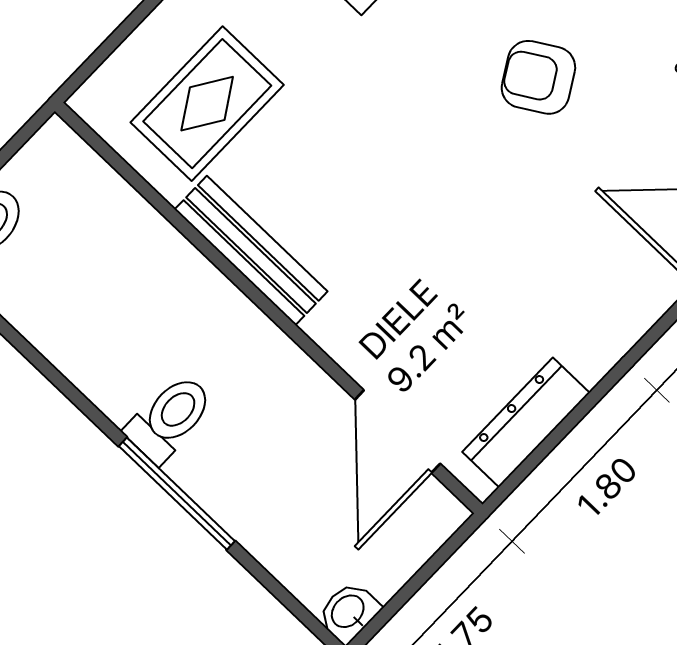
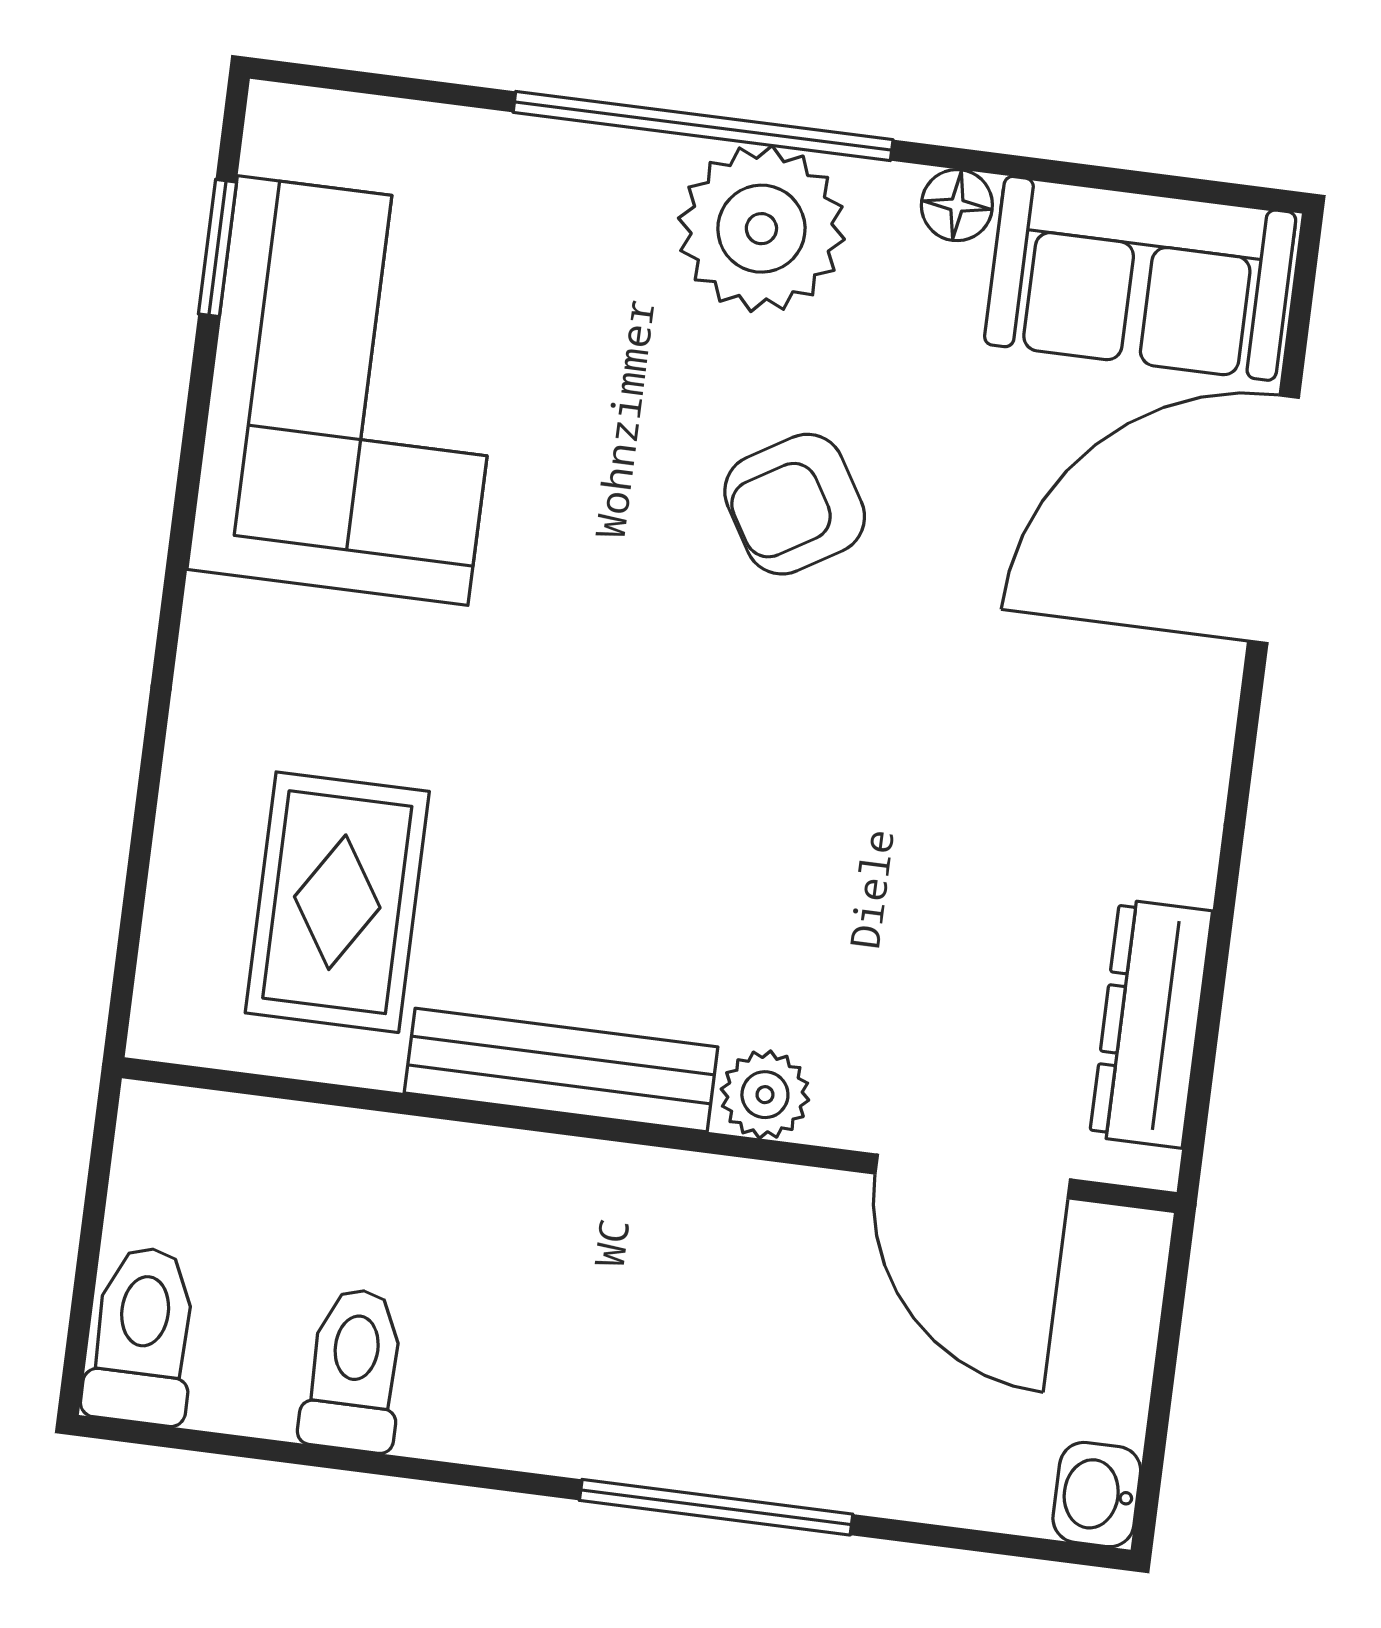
plant: (333, 328) -> (765, 1095), added
toilet: (170, 418) -> (354, 1370), moved

